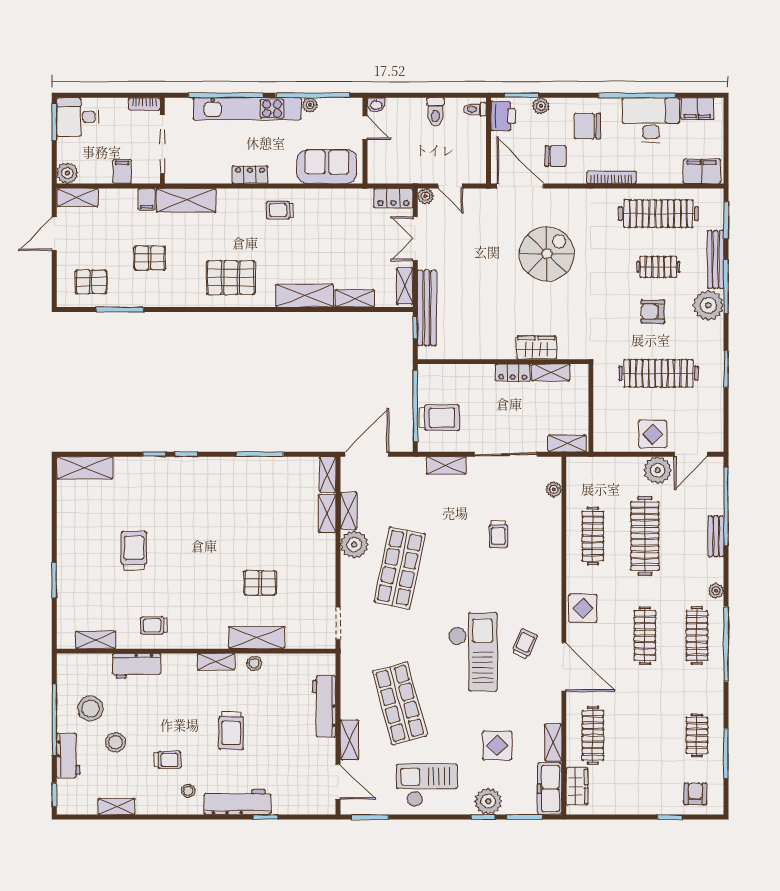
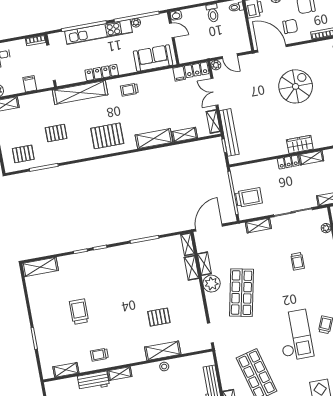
locker: (250, 175) -> (102, 73), width x1.53
filing cabinet: (147, 199) -> (179, 74), moved
shelving: (186, 200) -> (80, 92), width x1.47
shelving: (216, 662) -> (120, 374), moved

